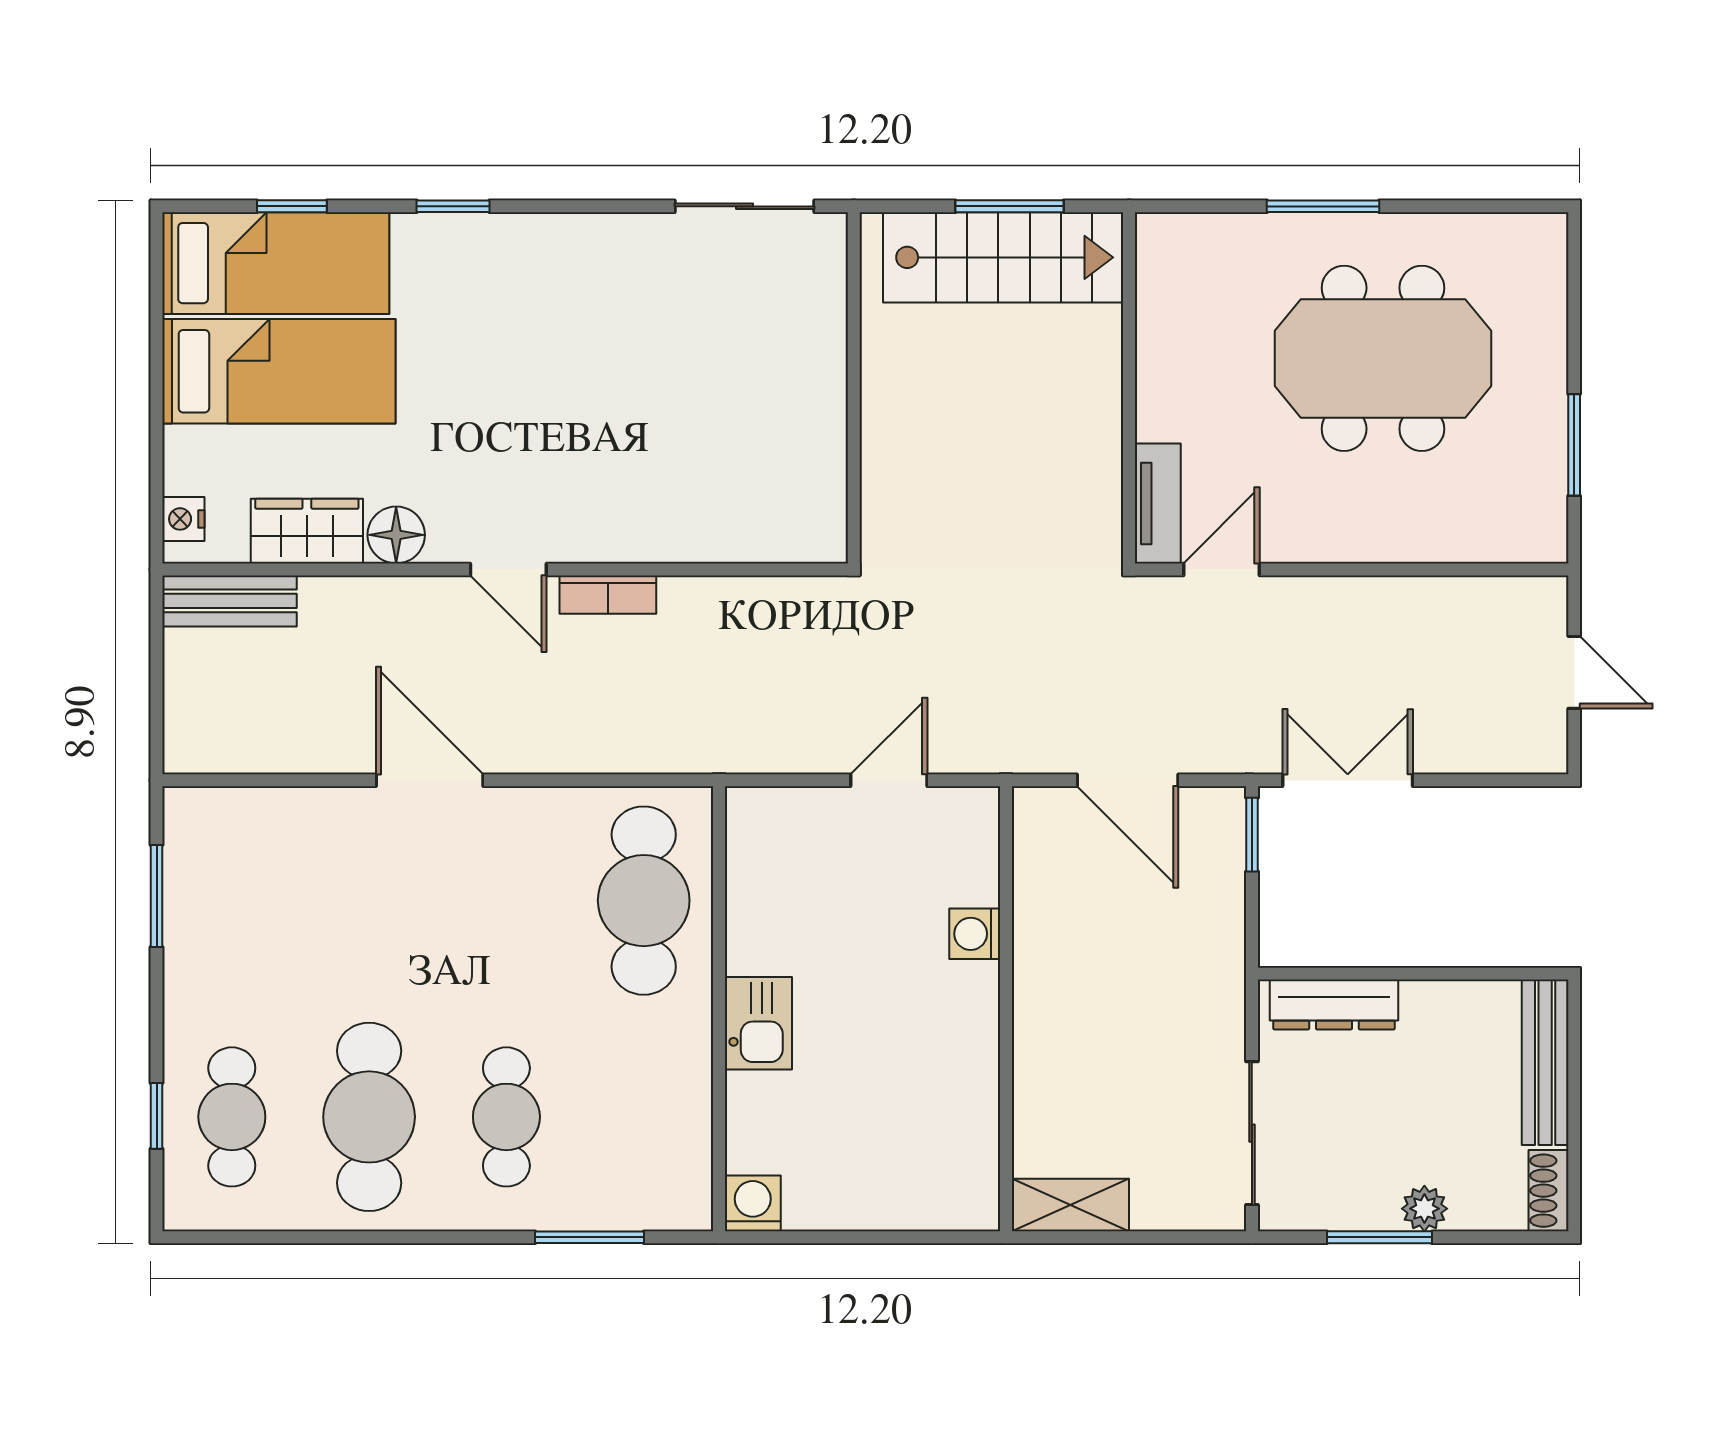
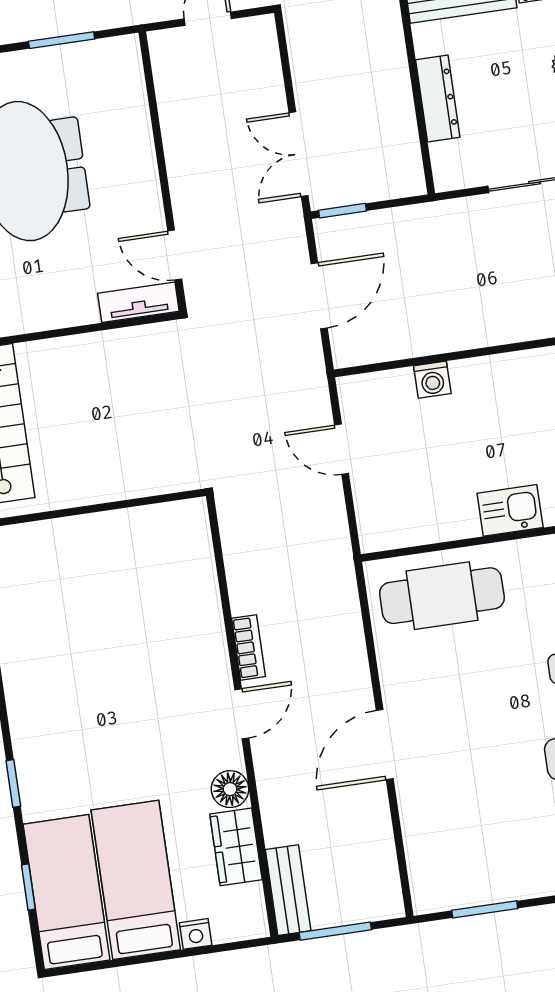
nightstand: (183, 519) -> (196, 934), moved
window: (157, 664) -> (335, 931), added
dresser: (1334, 1005) -> (438, 98), moved

